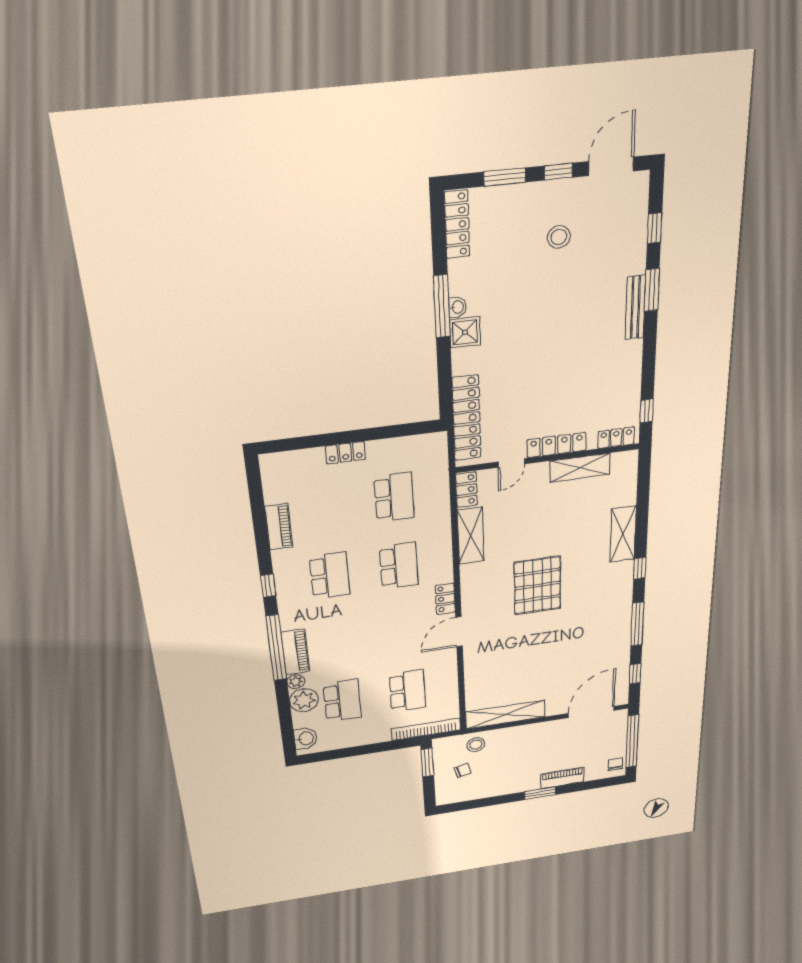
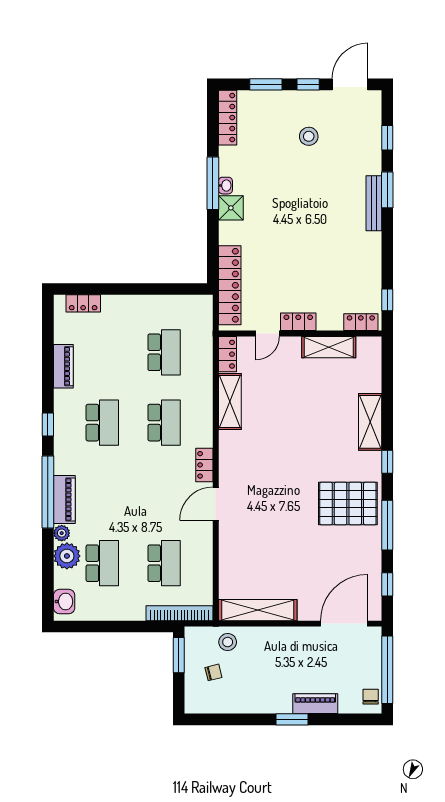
locker: (557, 445) -> (298, 322), width x0.66
locker: (345, 453) -> (83, 303), moved
pallet: (537, 586) -> (348, 503), moved, turned 90

